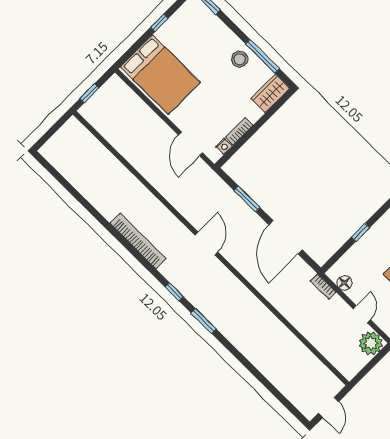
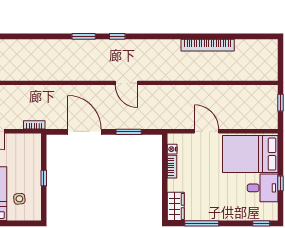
desk: (179, 34) -> (263, 188), added
stool: (240, 59) -> (213, 209), removed
door: (190, 144) -> (207, 131), moved
bookcase: (138, 241) -> (208, 45), moved
floor lamp: (344, 283) -> (24, 139), removed

